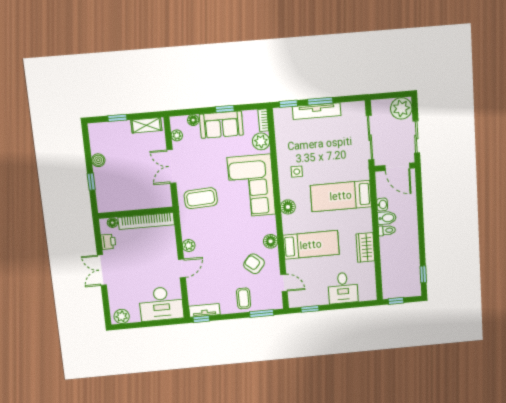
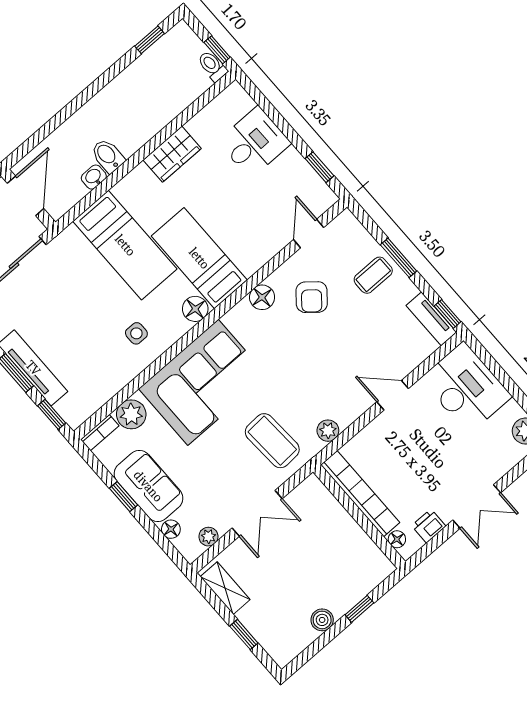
toilet: (387, 230) -> (212, 66), moved
bed: (311, 245) -> (199, 258), moved
plant: (189, 246) -> (328, 431), moved
window: (262, 313) -> (399, 258), moved

